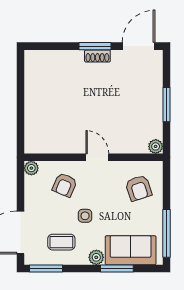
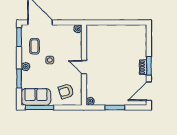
door: (139, 46) -> (149, 91), swing flipped
door: (97, 157) -> (84, 67), swing flipped
armchair: (65, 185) -> (68, 48), removed
sofa: (131, 250) -> (36, 97), moved, turned -90

